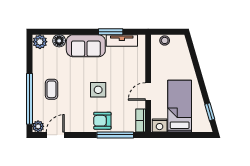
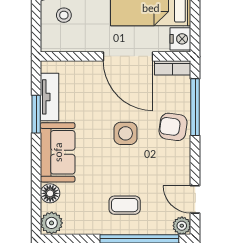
stool: (165, 40) -> (64, 15), moved
door: (148, 91) -> (128, 56), width x1.87
armchair: (102, 121) -> (173, 127), turned 98

